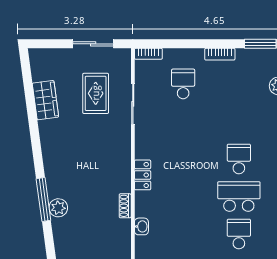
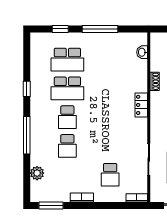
school desk: (239, 121) -> (67, 146), added
washbasin: (141, 226) -> (142, 52), moved
school desk: (239, 234) -> (67, 60), width x1.85

